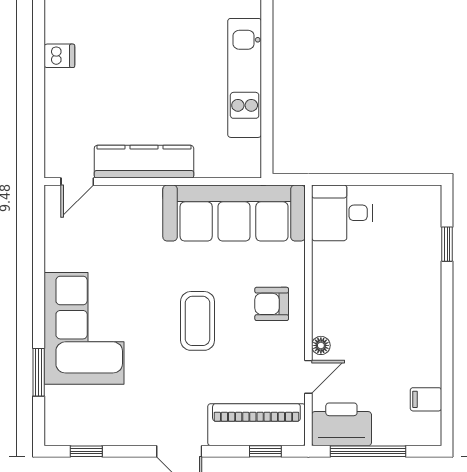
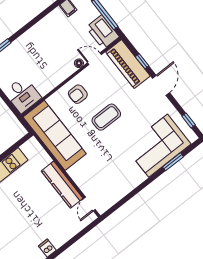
door: (77, 182) -> (89, 204), swing flipped
armchair: (272, 304) -> (78, 94), turned 90
corner sofa: (84, 328) -> (158, 146), moved
window: (265, 451) -> (142, 61), moved

